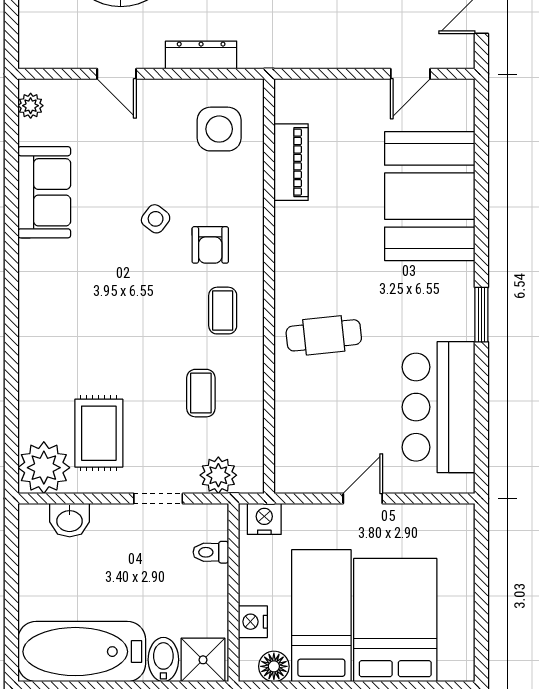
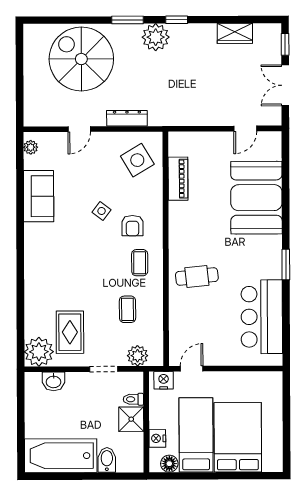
door: (117, 74) -> (79, 129), hinge flipped
side table: (219, 129) -> (137, 160), turned -31
door: (363, 498) -> (192, 369), moved
shower: (203, 660) -> (131, 419), moved

